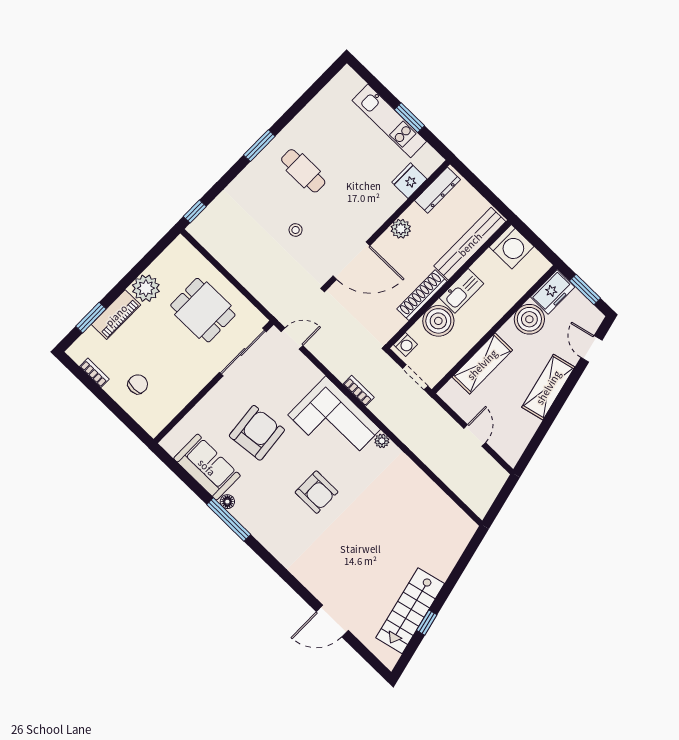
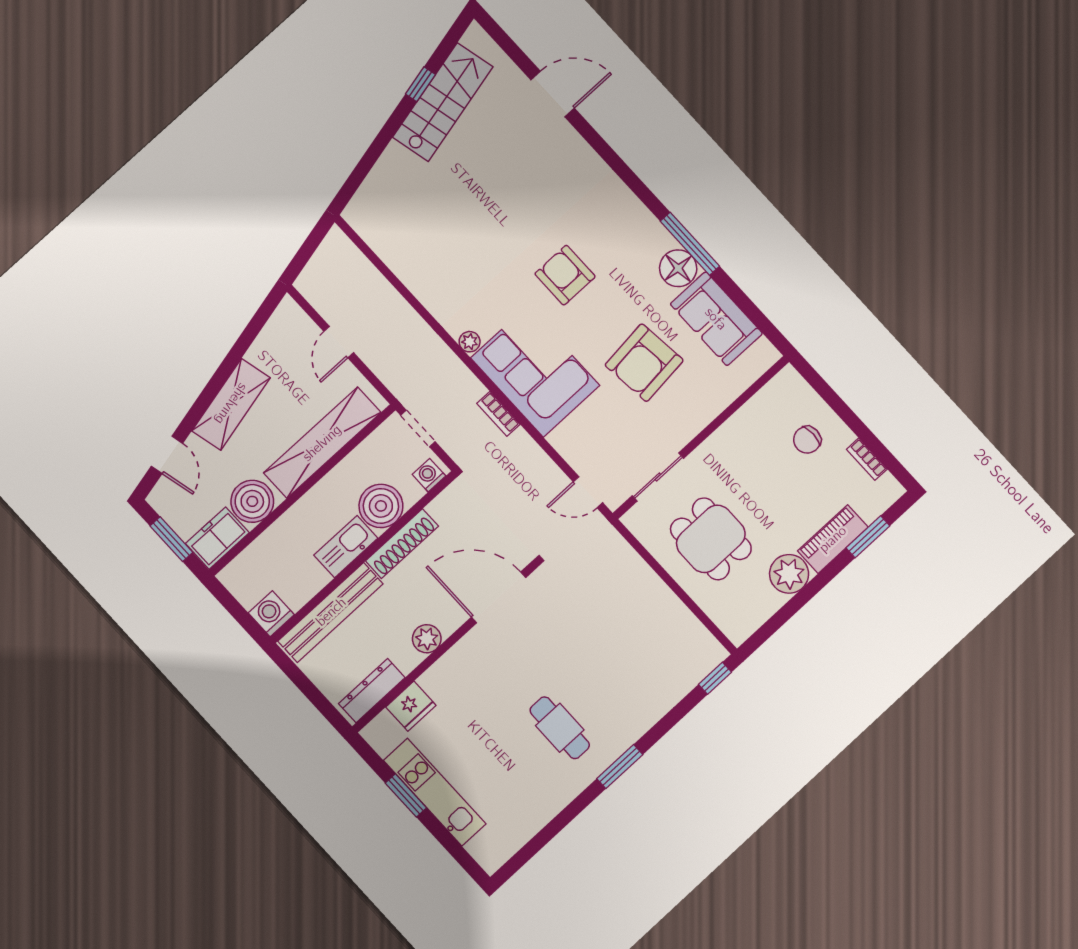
stool: (296, 230) -> (575, 645), removed
washing machine: (512, 247) -> (271, 614), width x0.73, depth x0.73
sliding door: (243, 352) -> (658, 477), width x0.73
shelving: (482, 364) -> (322, 443), width x1.47
floor lamp: (227, 502) -> (678, 268), width x1.89, depth x1.89

